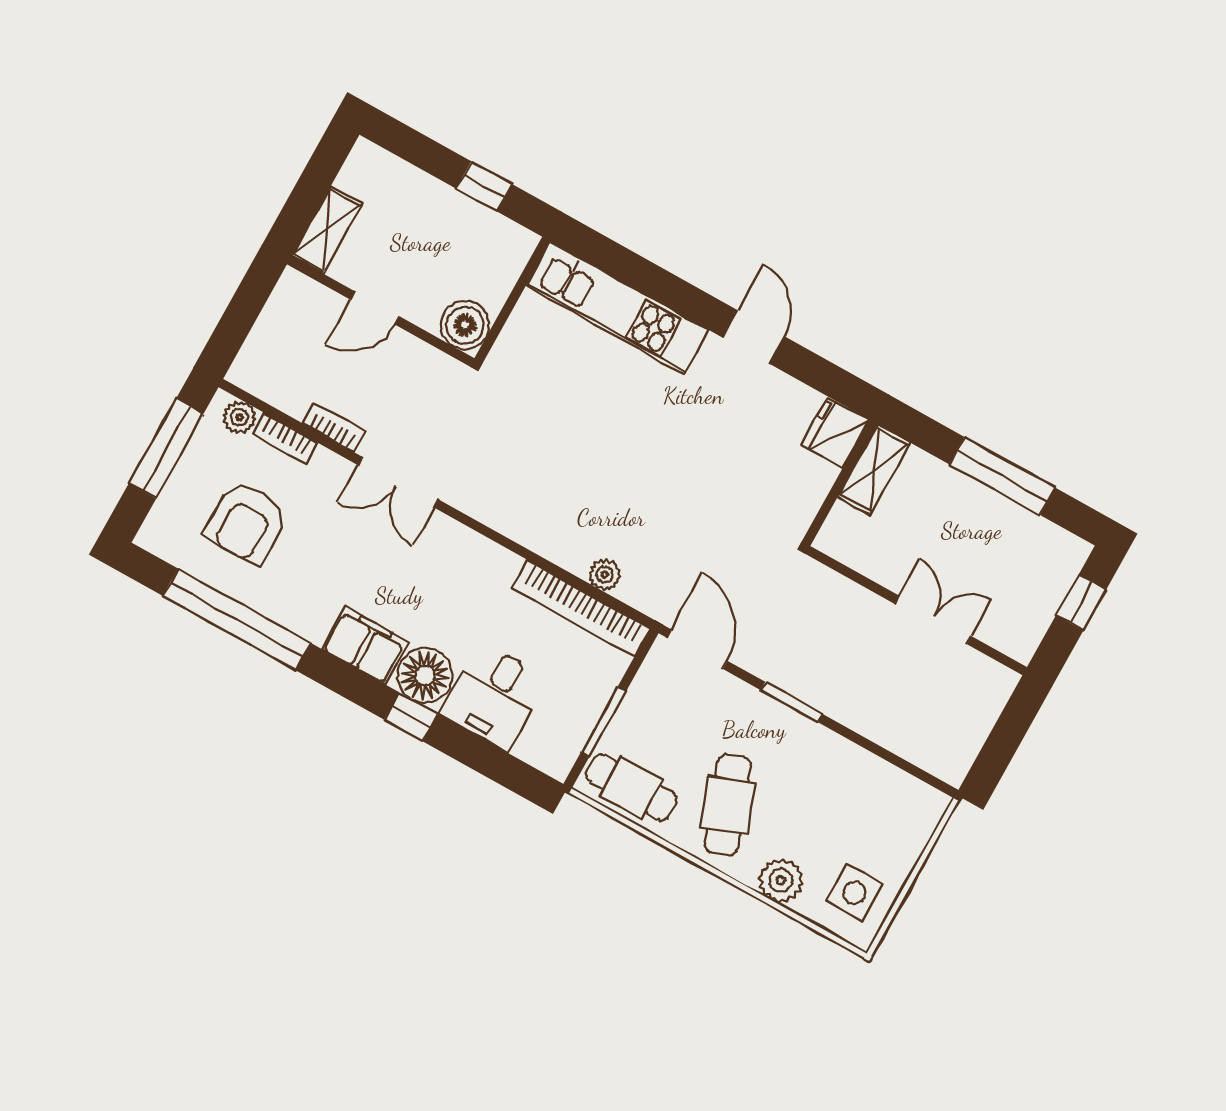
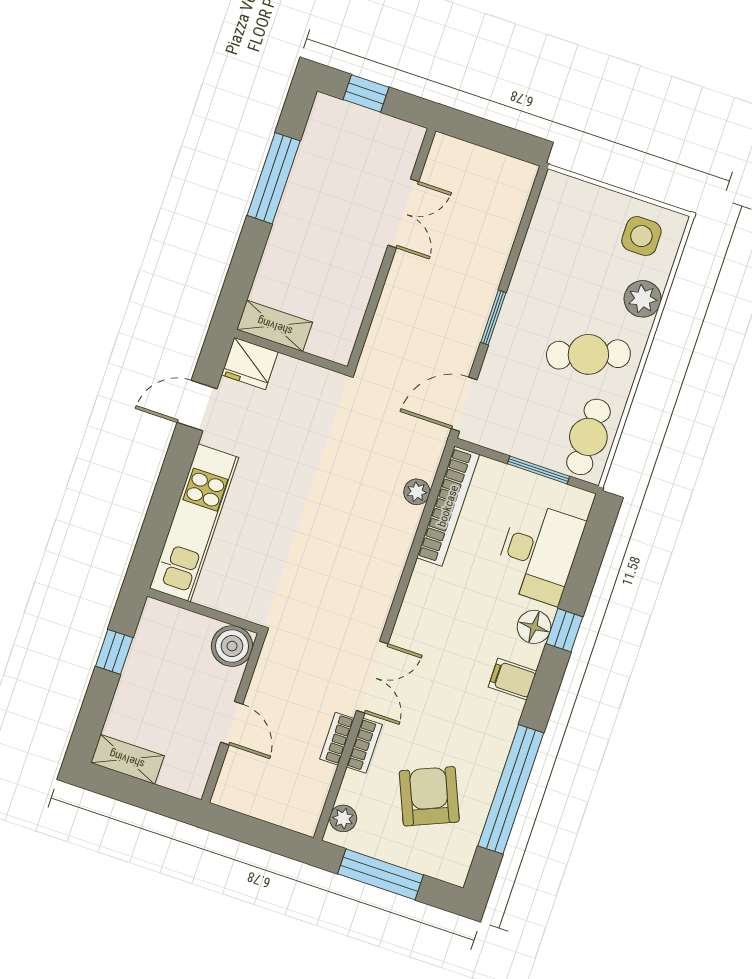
shelving: (327, 230) -> (127, 759), moved
fridge: (836, 432) -> (250, 363), moved
bookcase: (285, 438) -> (364, 746), moved
shelving: (874, 470) -> (275, 326), moved
wall: (840, 483) -> (291, 352), moved
armchair: (247, 523) -> (429, 796), turned -113
double door: (933, 620) -> (403, 213), swing flipped
filing cabinet: (365, 645) -> (512, 679), width x0.50
floor lamp: (425, 675) -> (534, 627), width x0.73, depth x0.73
desk: (494, 697) -> (539, 553), width x1.37

